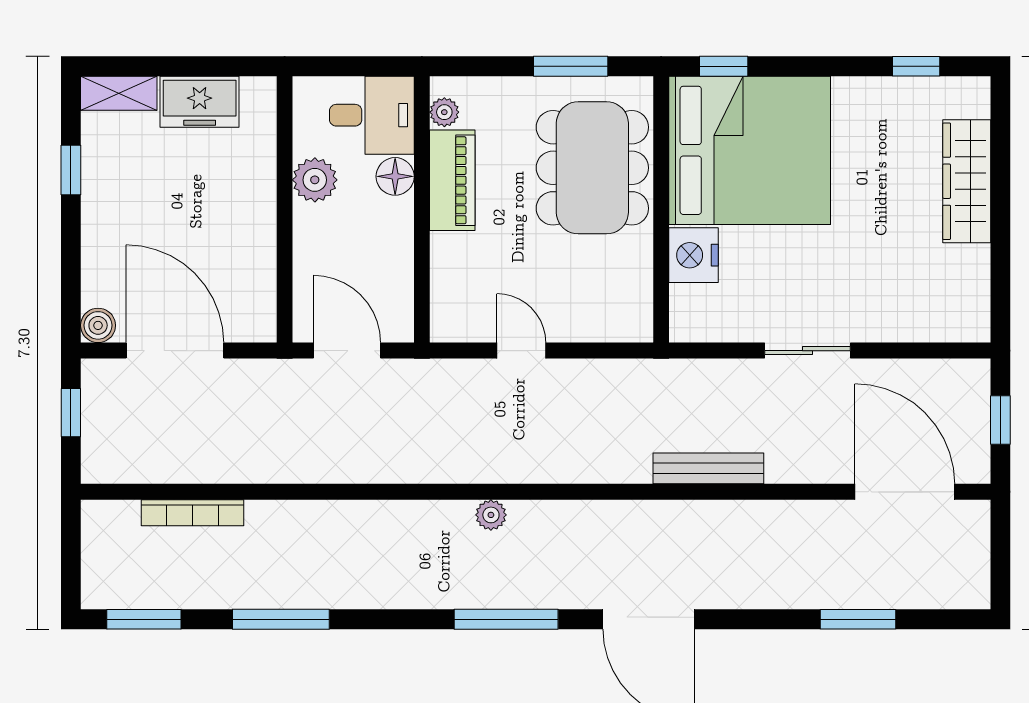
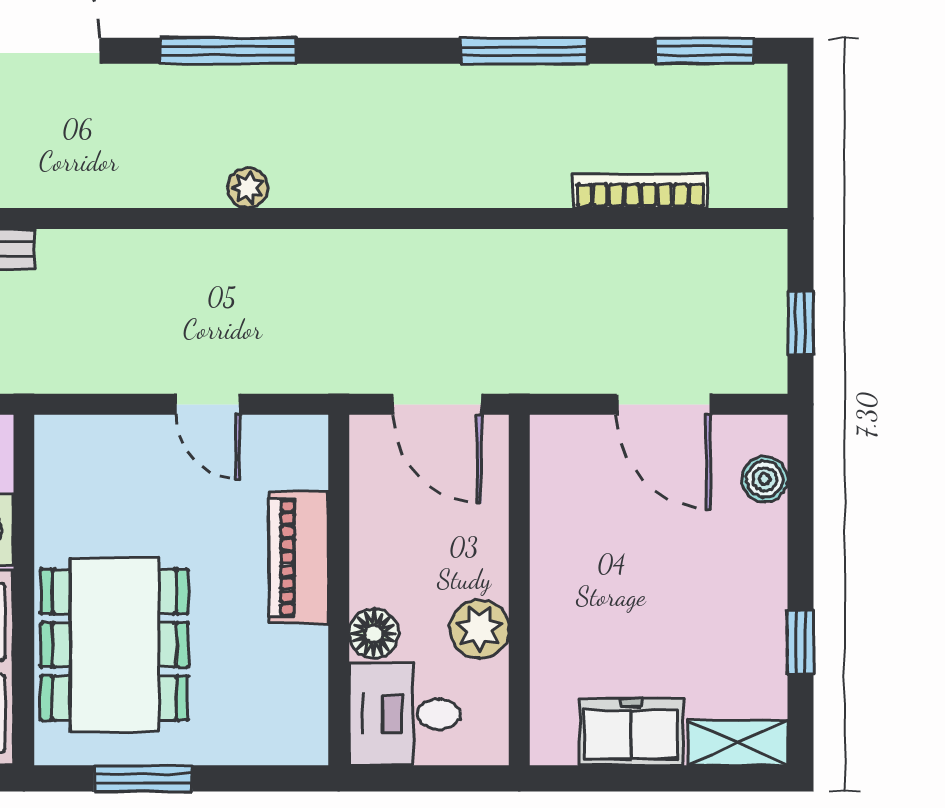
plant: (444, 112) -> (309, 718), removed
piano: (452, 180) -> (299, 558), moved
boiler: (98, 325) -> (765, 479), moved
door: (175, 351) -> (664, 404), width x0.73

